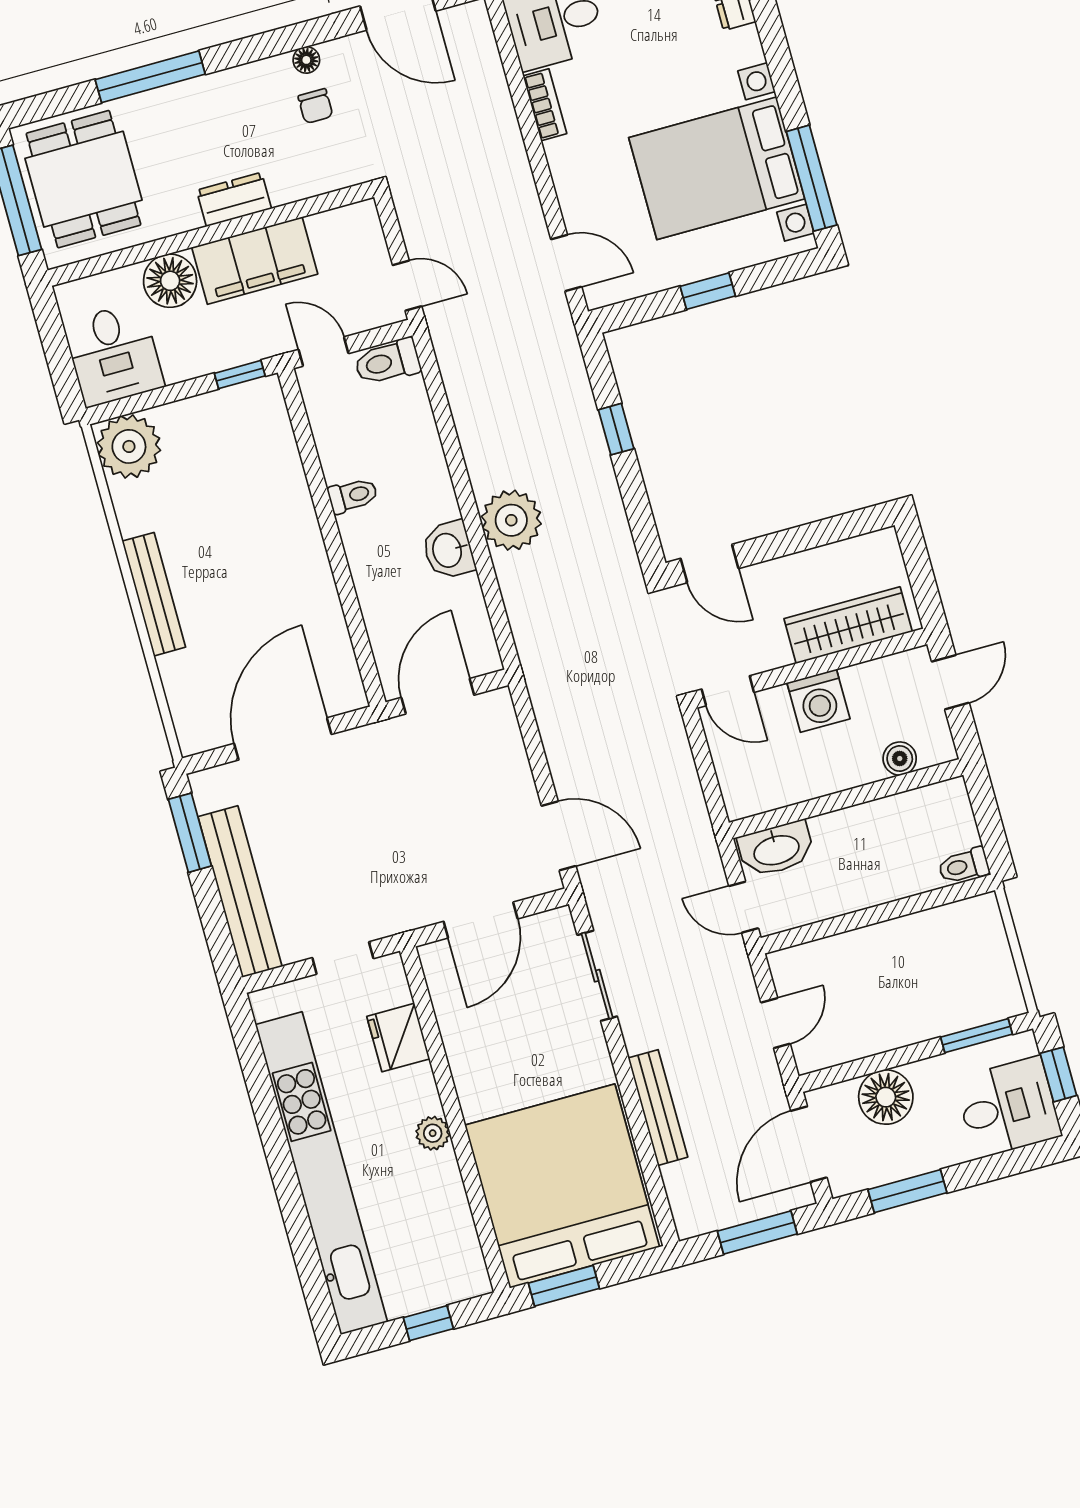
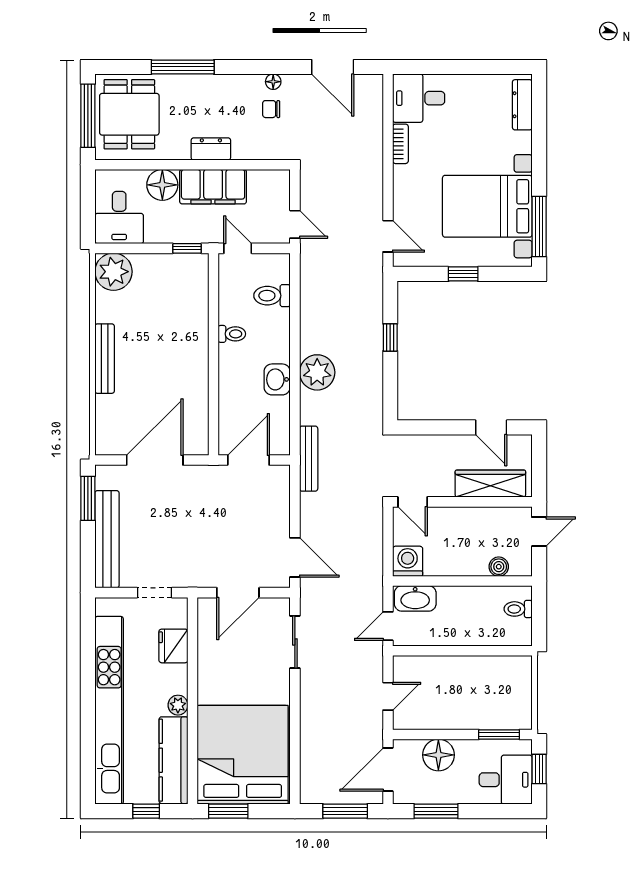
chair: (315, 106) -> (271, 109), turned 90
toilet: (387, 362) -> (272, 296), moved
door: (710, 563) -> (491, 427), moved
washing machine: (818, 701) -> (408, 561), moved, turned 180
toilet: (964, 866) -> (518, 609), moved
door: (744, 907) -> (388, 626), hinge flipped
bench: (658, 1108) -> (309, 459), moved
kitchen counter: (450, 1226) -> (173, 760), added

